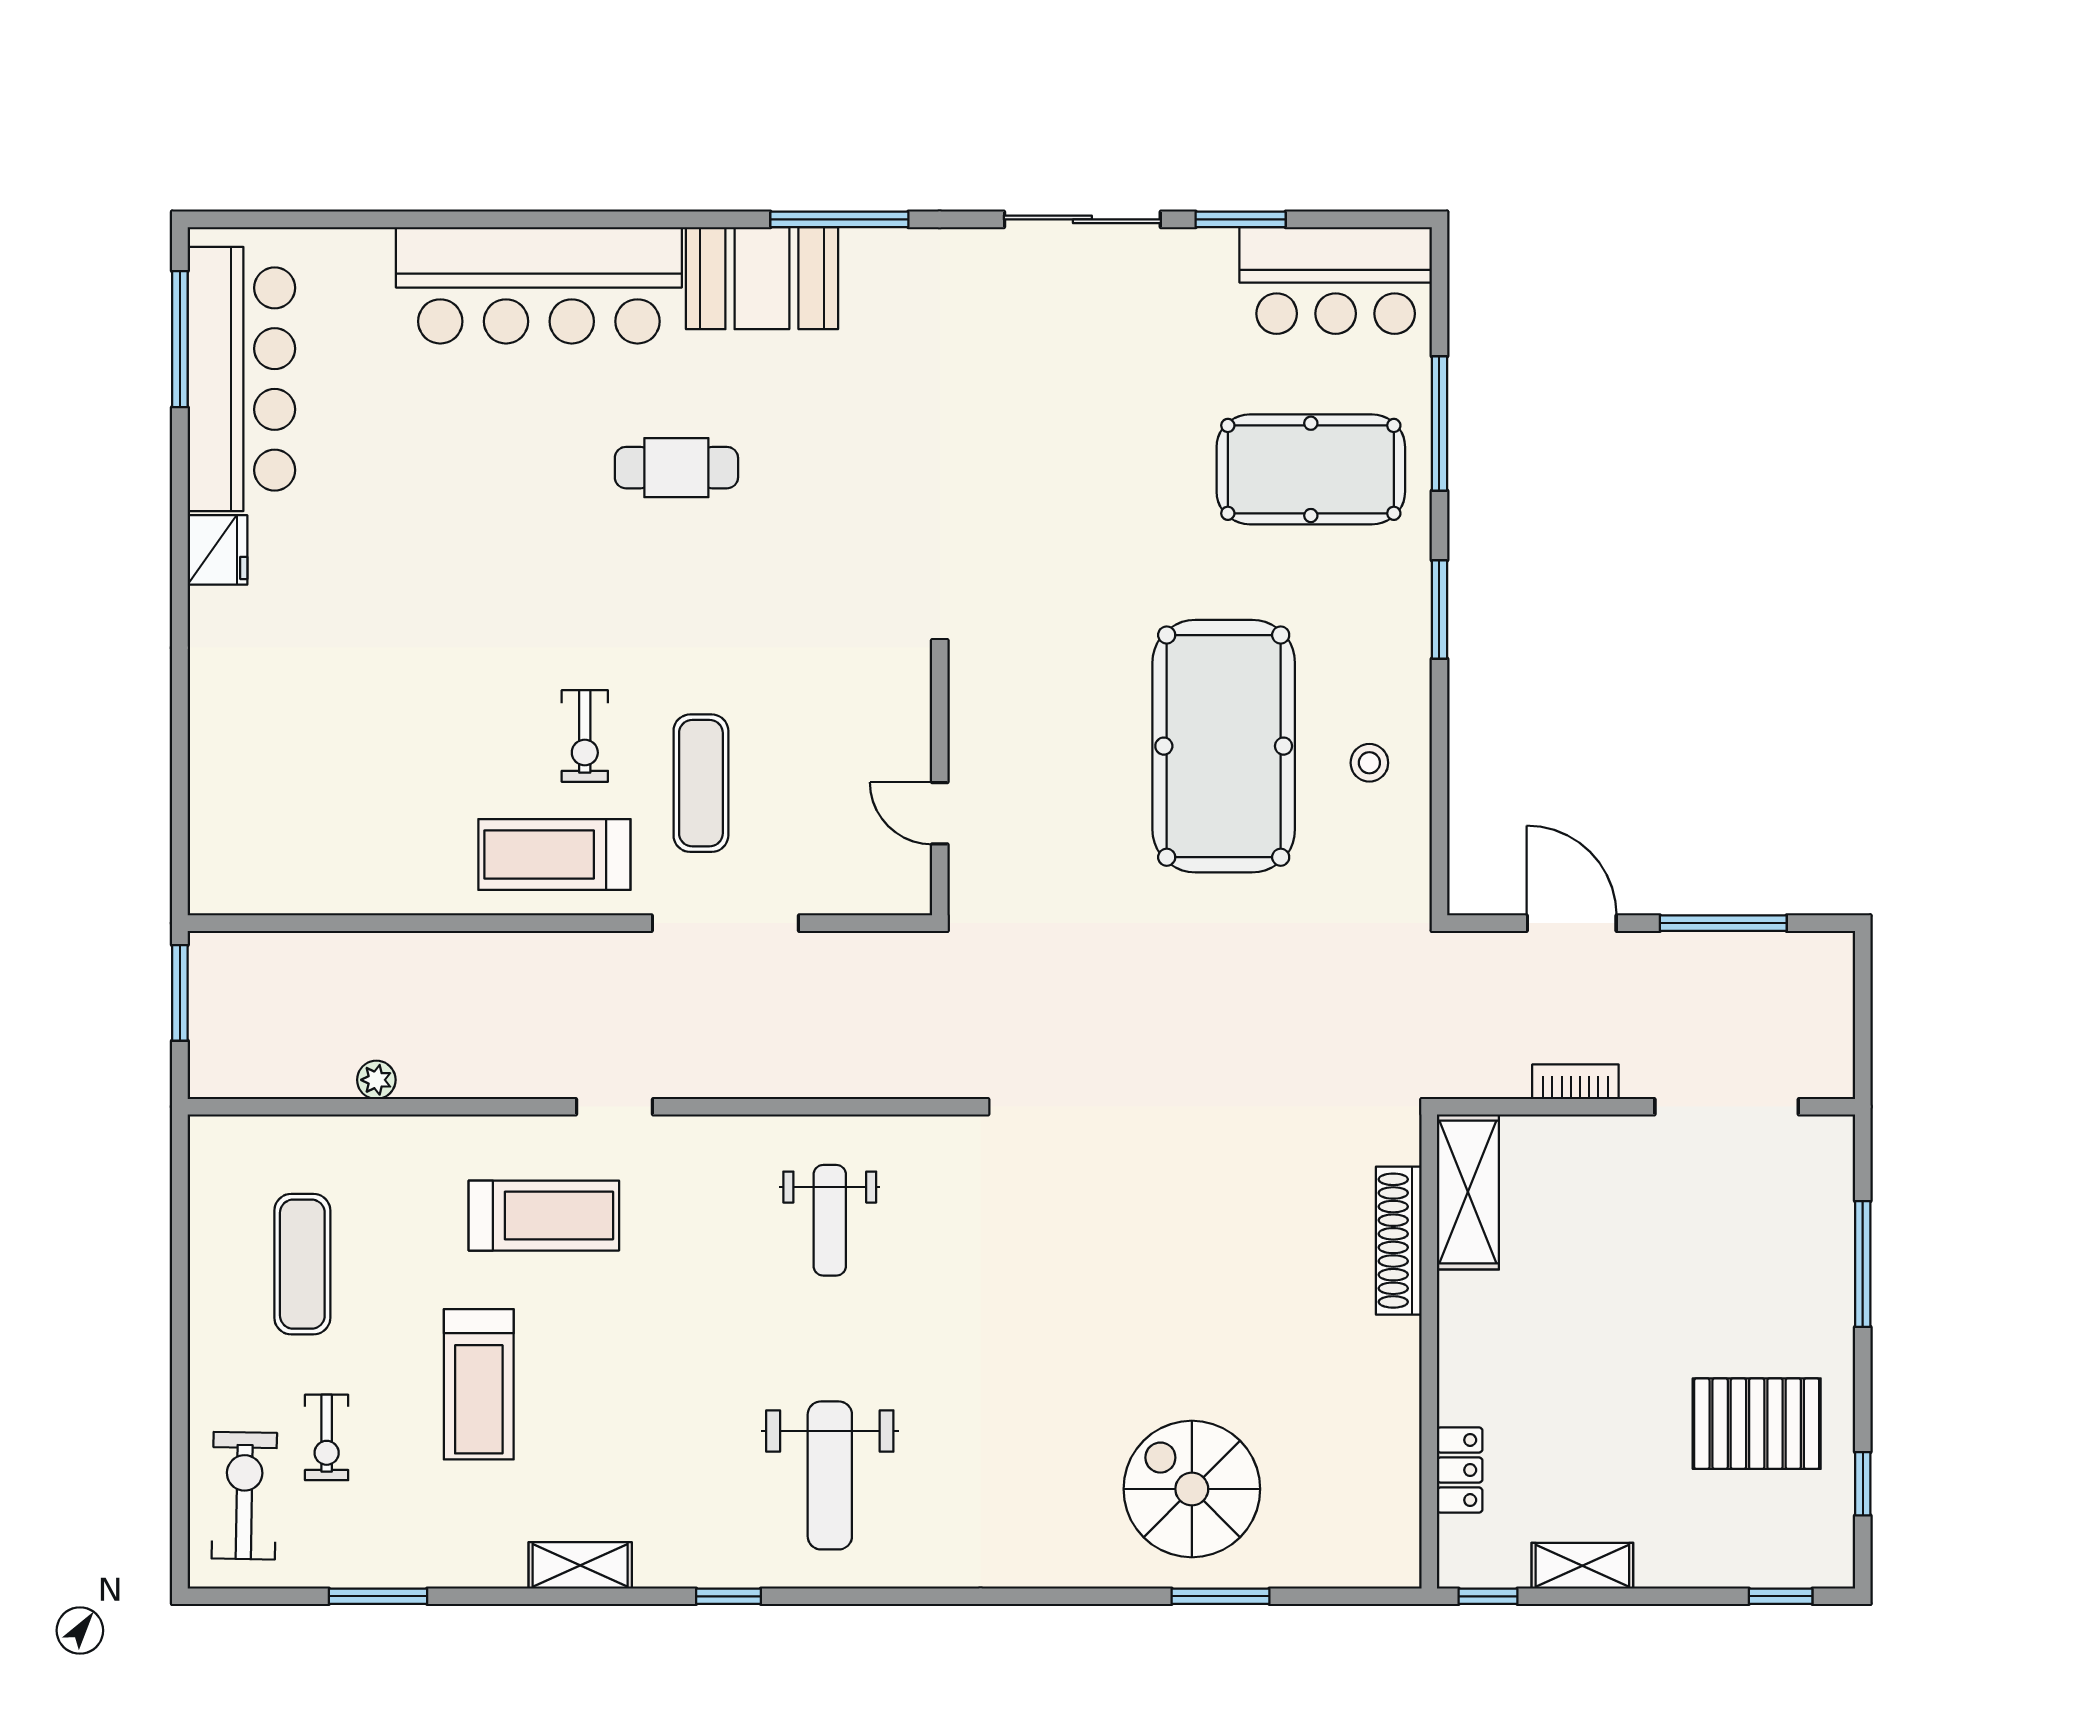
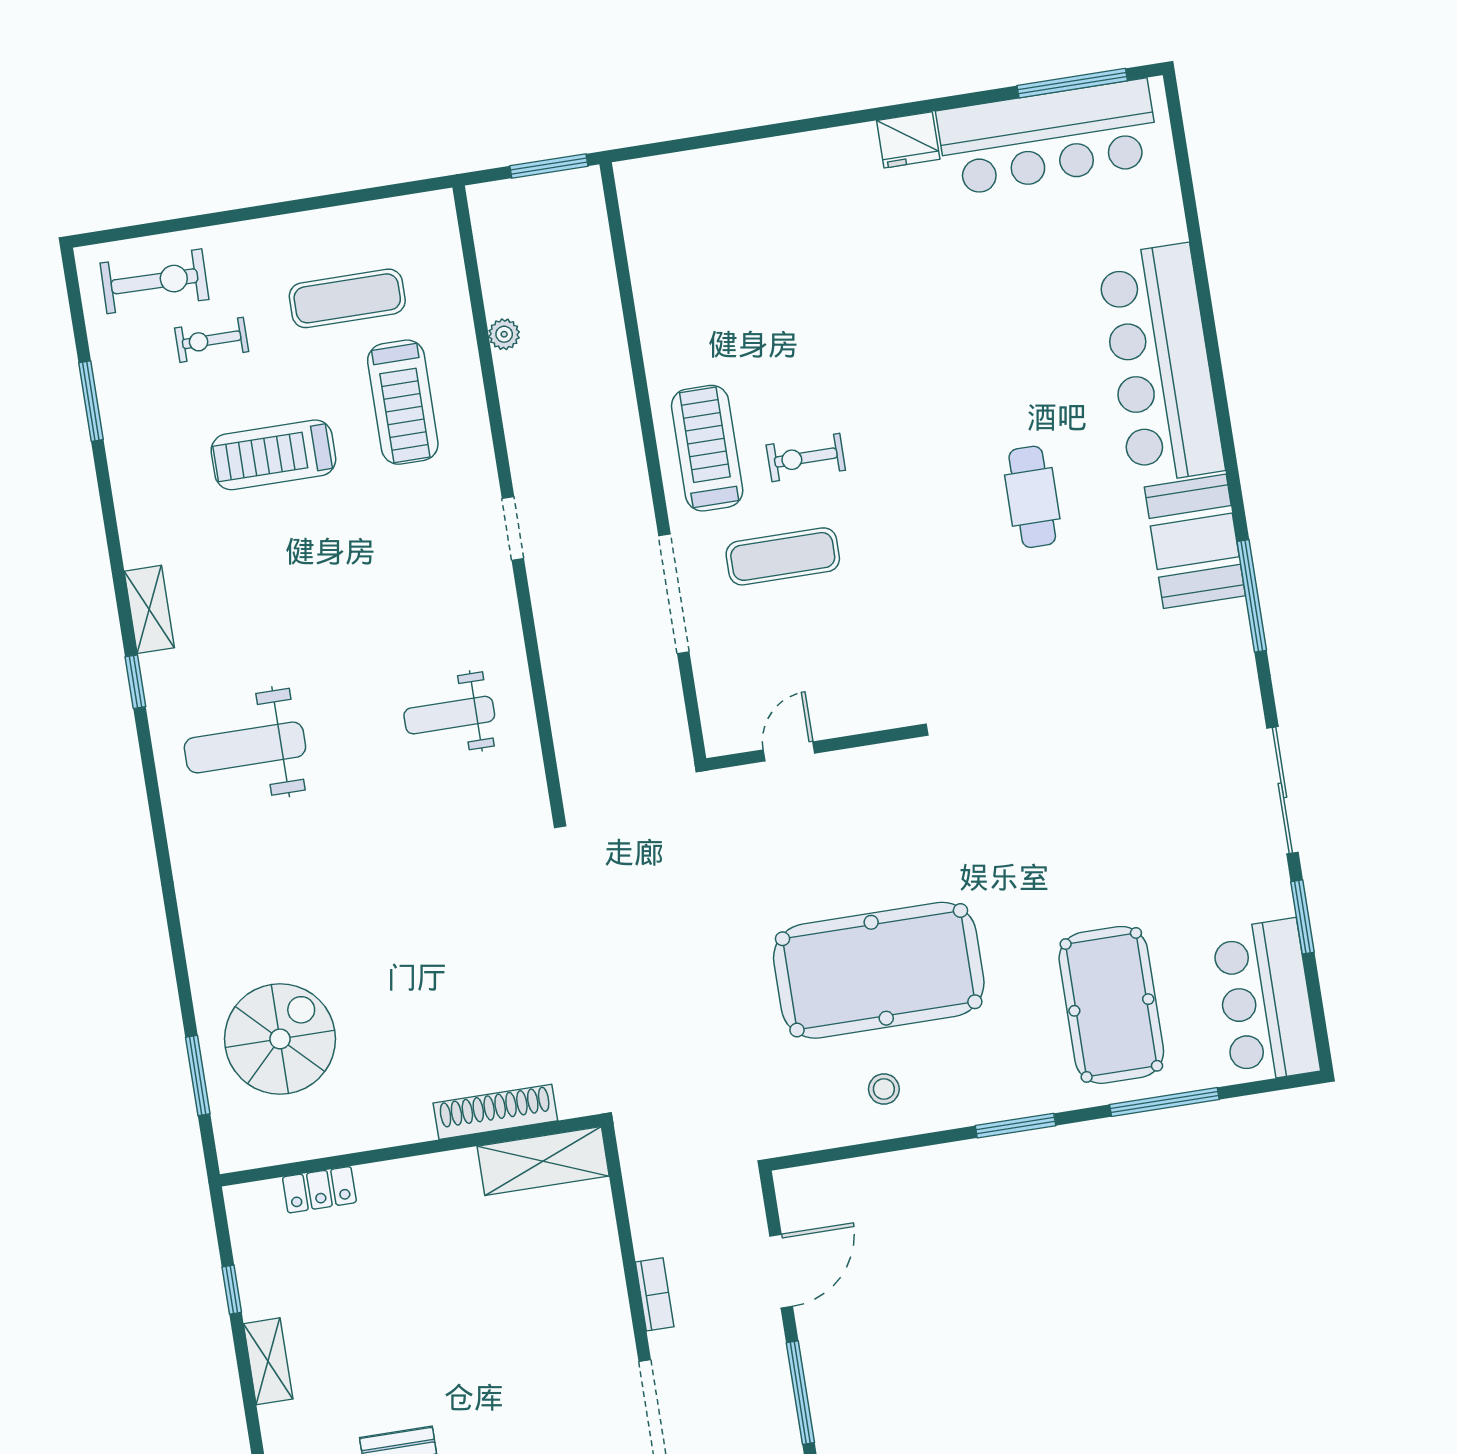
shelving: (1468, 1192) -> (543, 1161), moved
treadmill: (544, 1216) -> (403, 402), moved
shoe rack: (1399, 1241) -> (495, 1112), moved
wall: (1429, 1351) -> (410, 1150), moved
locker: (1460, 1470) -> (319, 1190), moved
shelving: (580, 1565) -> (149, 609), moved

